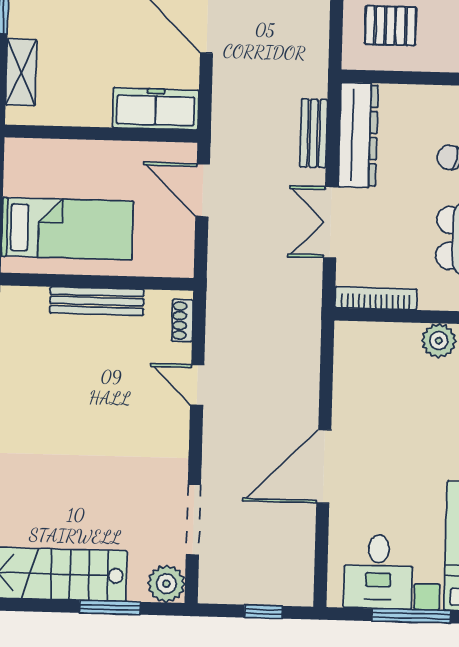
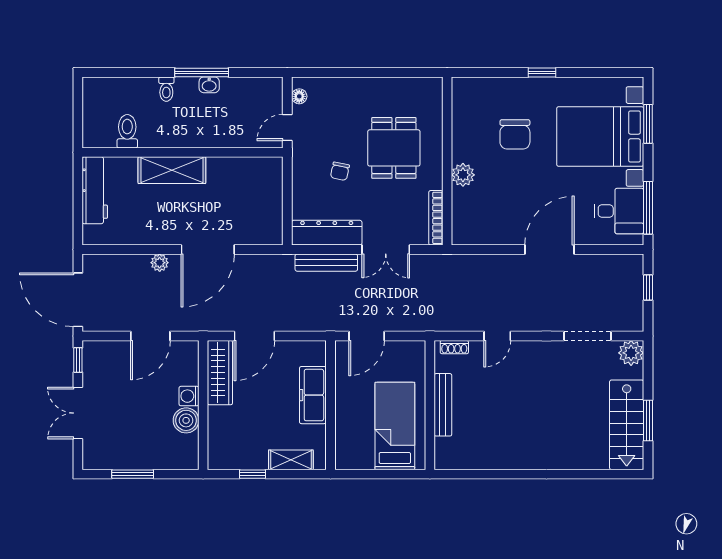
pallet: (390, 26) -> (253, 213), removed
freezer: (156, 109) -> (313, 395), moved
bench: (314, 133) -> (326, 263), width x1.36
door: (324, 466) -> (549, 250), swing flipped
window: (110, 607) -> (648, 420), moved
window: (411, 616) -> (648, 208), moved

